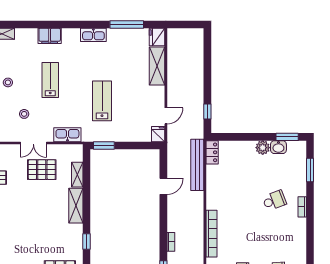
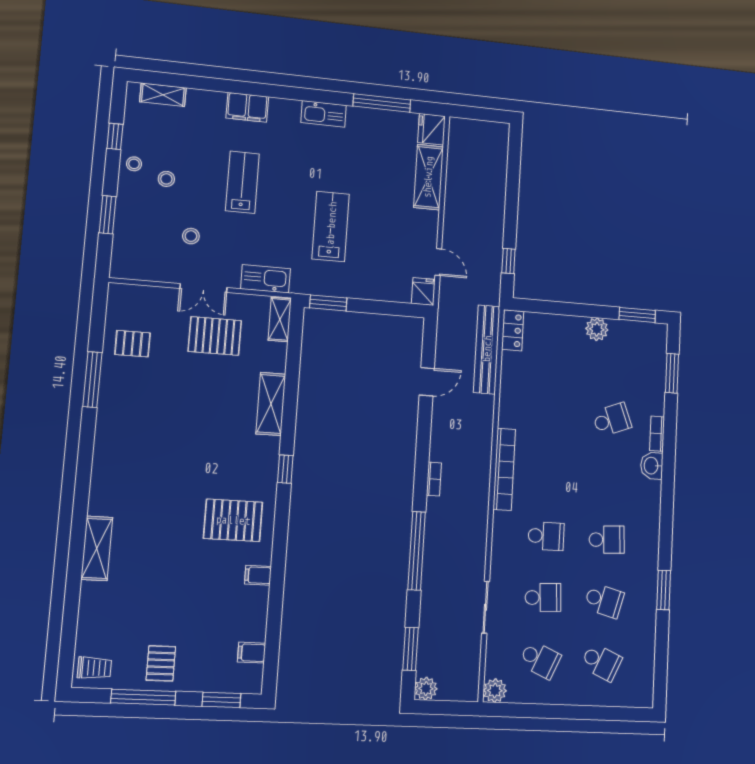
door: (166, 116) -> (438, 262), hinge flipped
washbasin: (278, 147) -> (652, 466), moved, turned 90
shelving: (77, 175) -> (280, 319), moved

